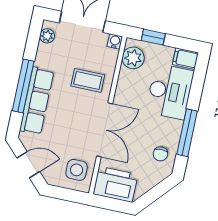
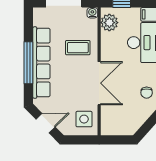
plant: (47, 36) -> (39, 20), removed
row of seats: (37, 101) -> (41, 63), width x1.36
printer: (115, 184) -> (117, 124), removed

